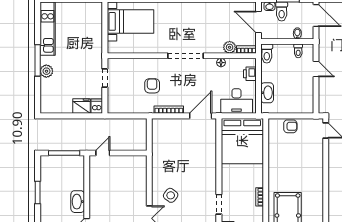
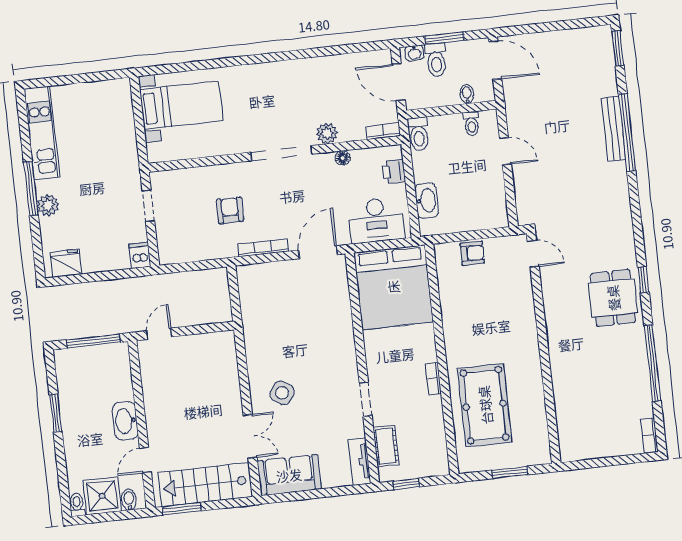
plant: (230, 47) -> (327, 133), moved
fridge: (82, 106) -> (66, 263), moved

